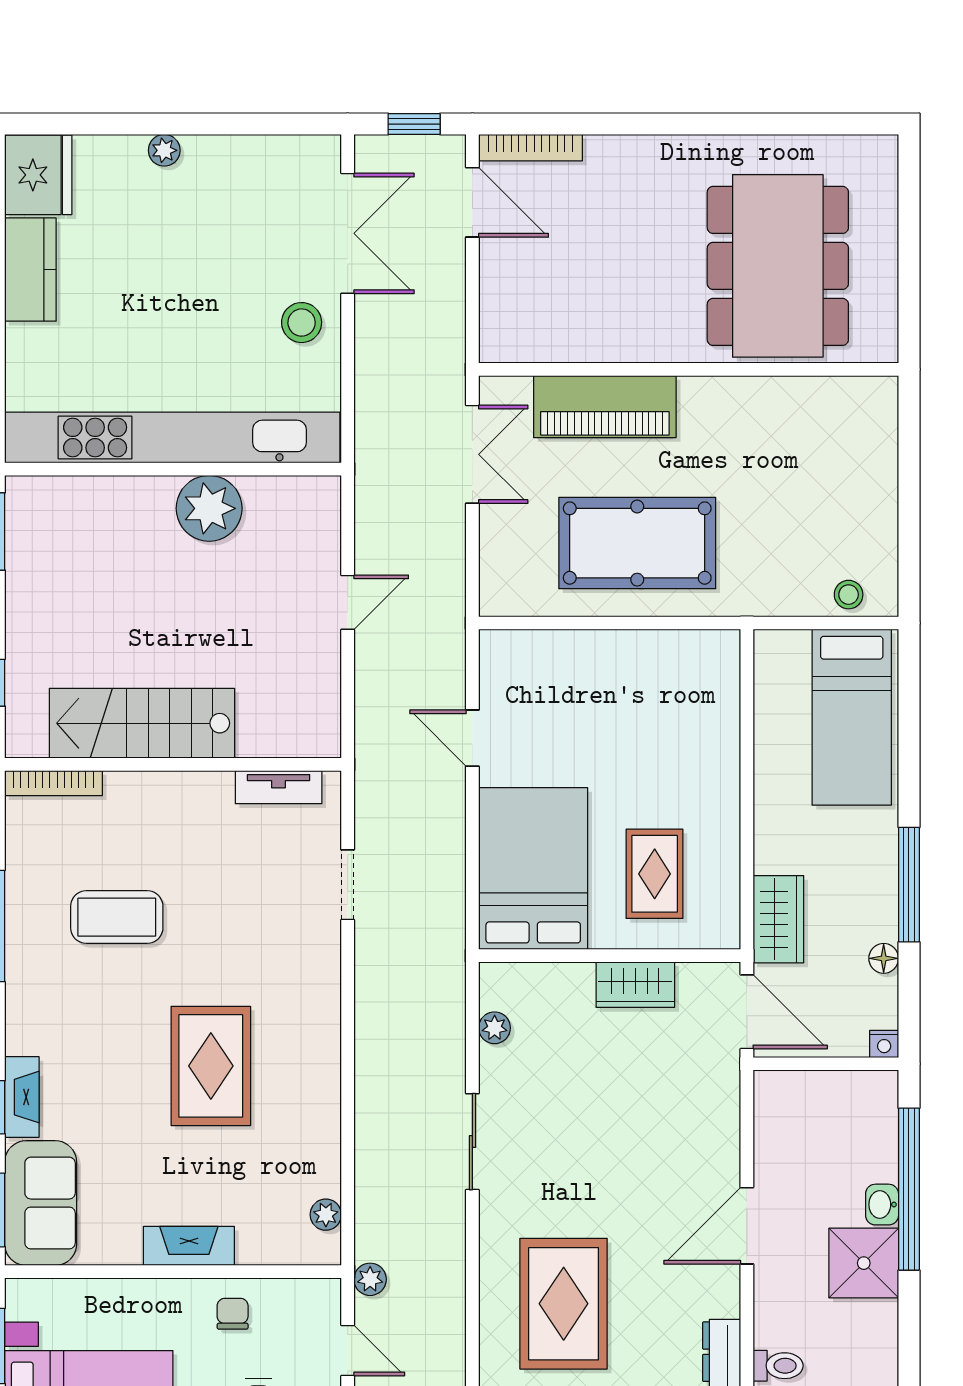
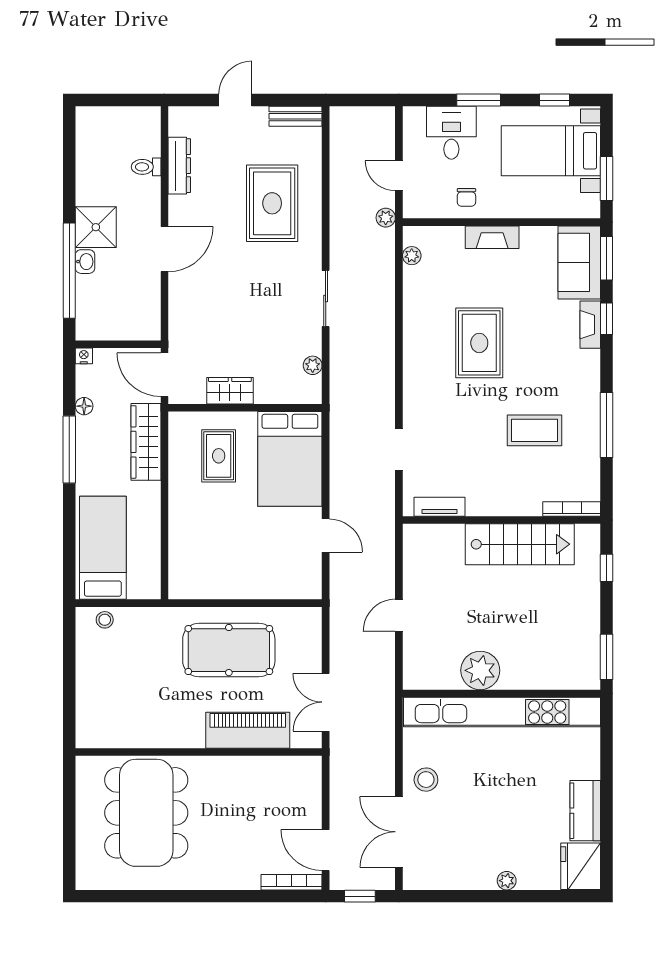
wardrobe: (778, 919) -> (146, 442), width x1.50

